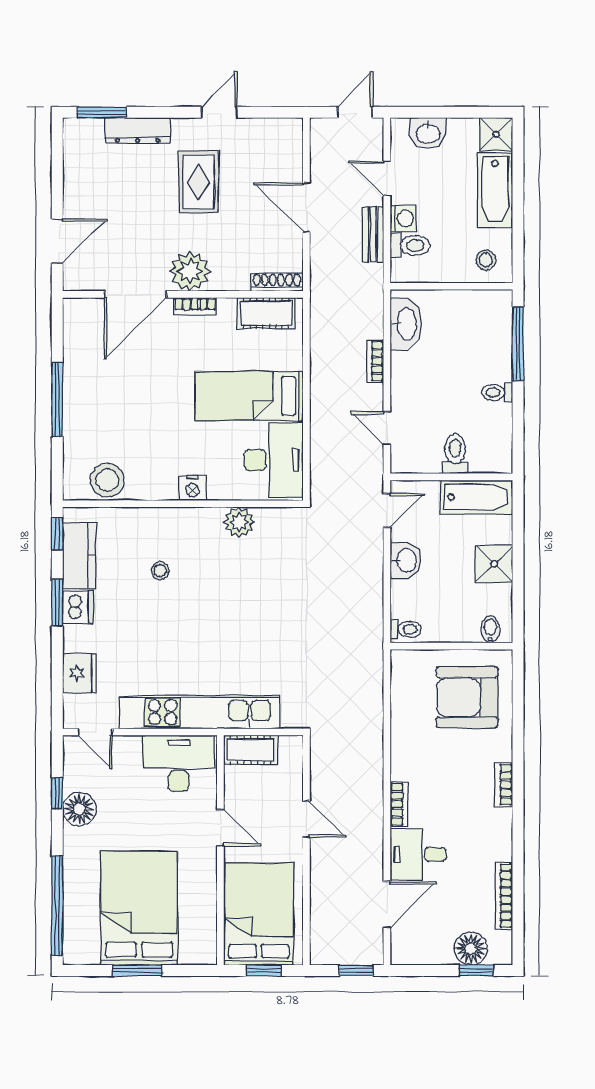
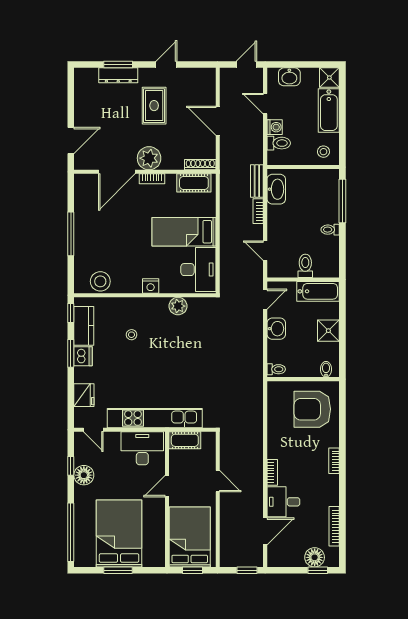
window: (102, 112) -> (118, 65), moved
bench: (373, 234) -> (257, 181), moved
door: (220, 828) -> (167, 486), swing flipped

